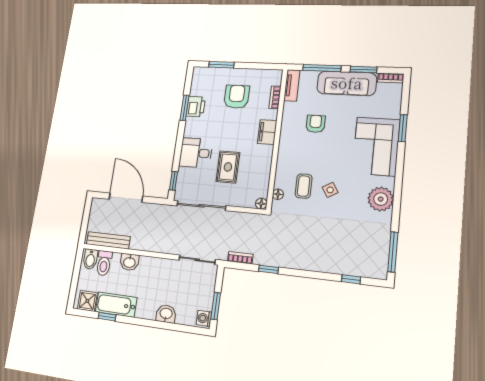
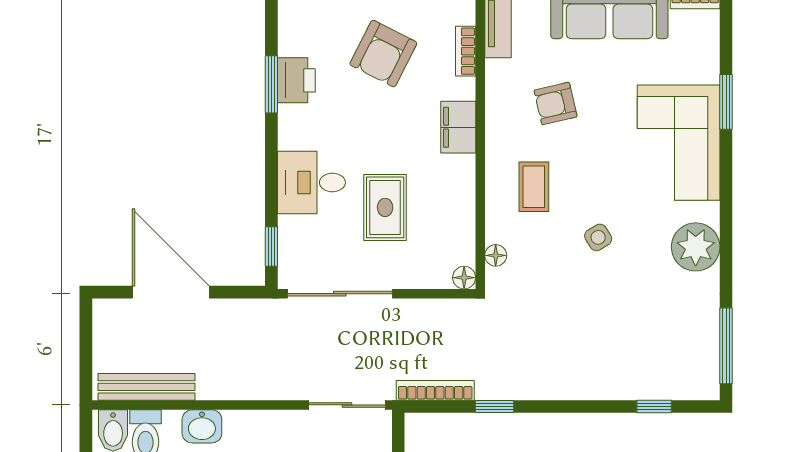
armchair: (237, 97) -> (383, 54), turned -153
armchair: (316, 124) -> (556, 103), turned -103
coffee table: (304, 186) -> (534, 187), moved
bookcase: (240, 258) -> (435, 390), width x1.56

